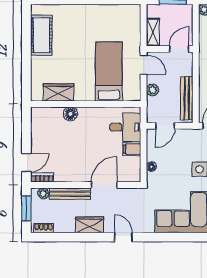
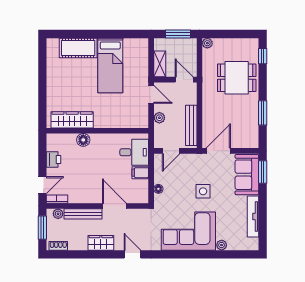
cot: (41, 35) -> (78, 48), moved, turned 90
door: (179, 49) -> (184, 80), hinge flipped
bed: (109, 72) -> (110, 66), moved, turned 180
wardrobe: (58, 92) -> (72, 120), width x1.50
printer: (38, 135) -> (54, 159), added
door: (104, 185) -> (114, 206), hinge flipped

